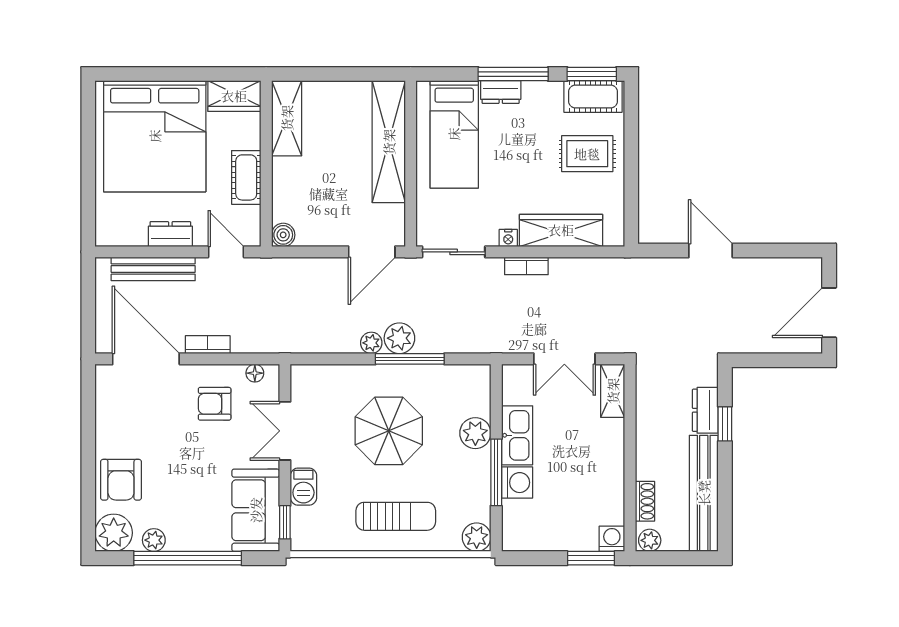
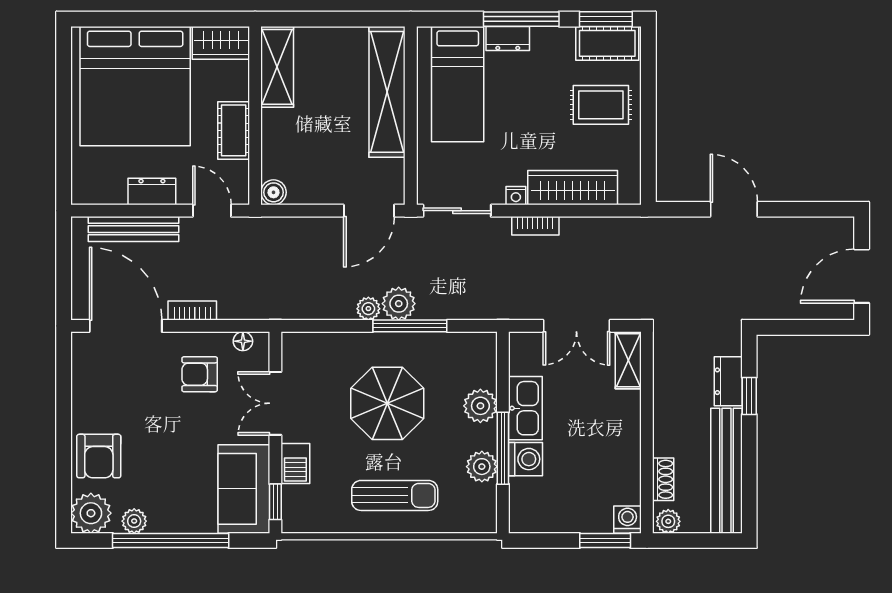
plant: (477, 537) -> (482, 467), moved

